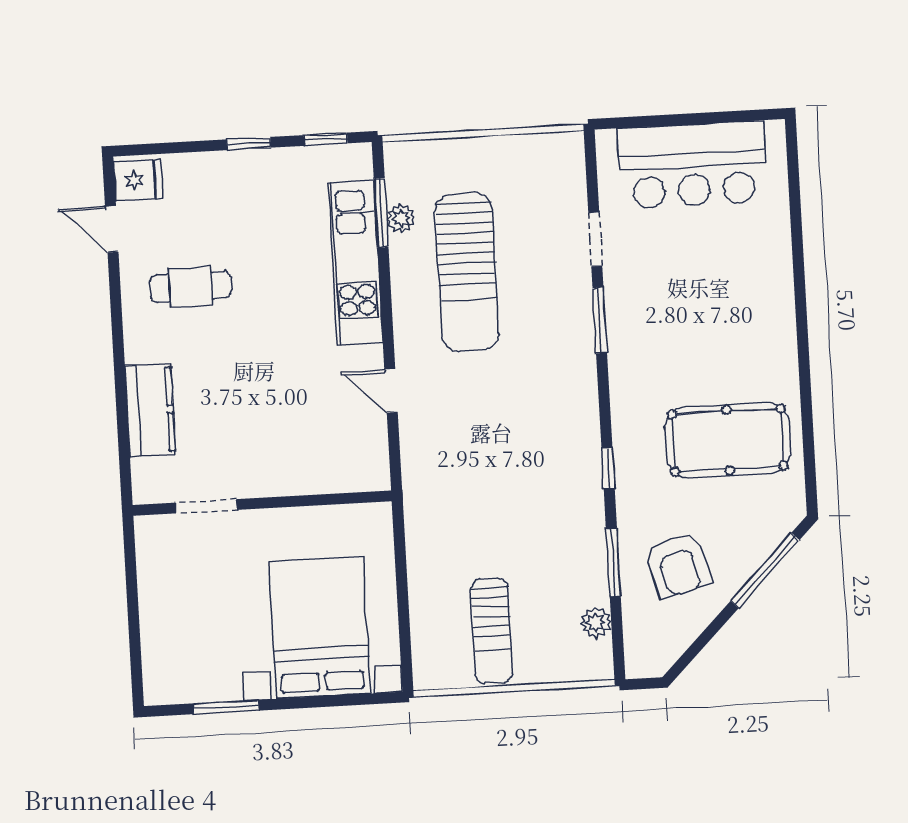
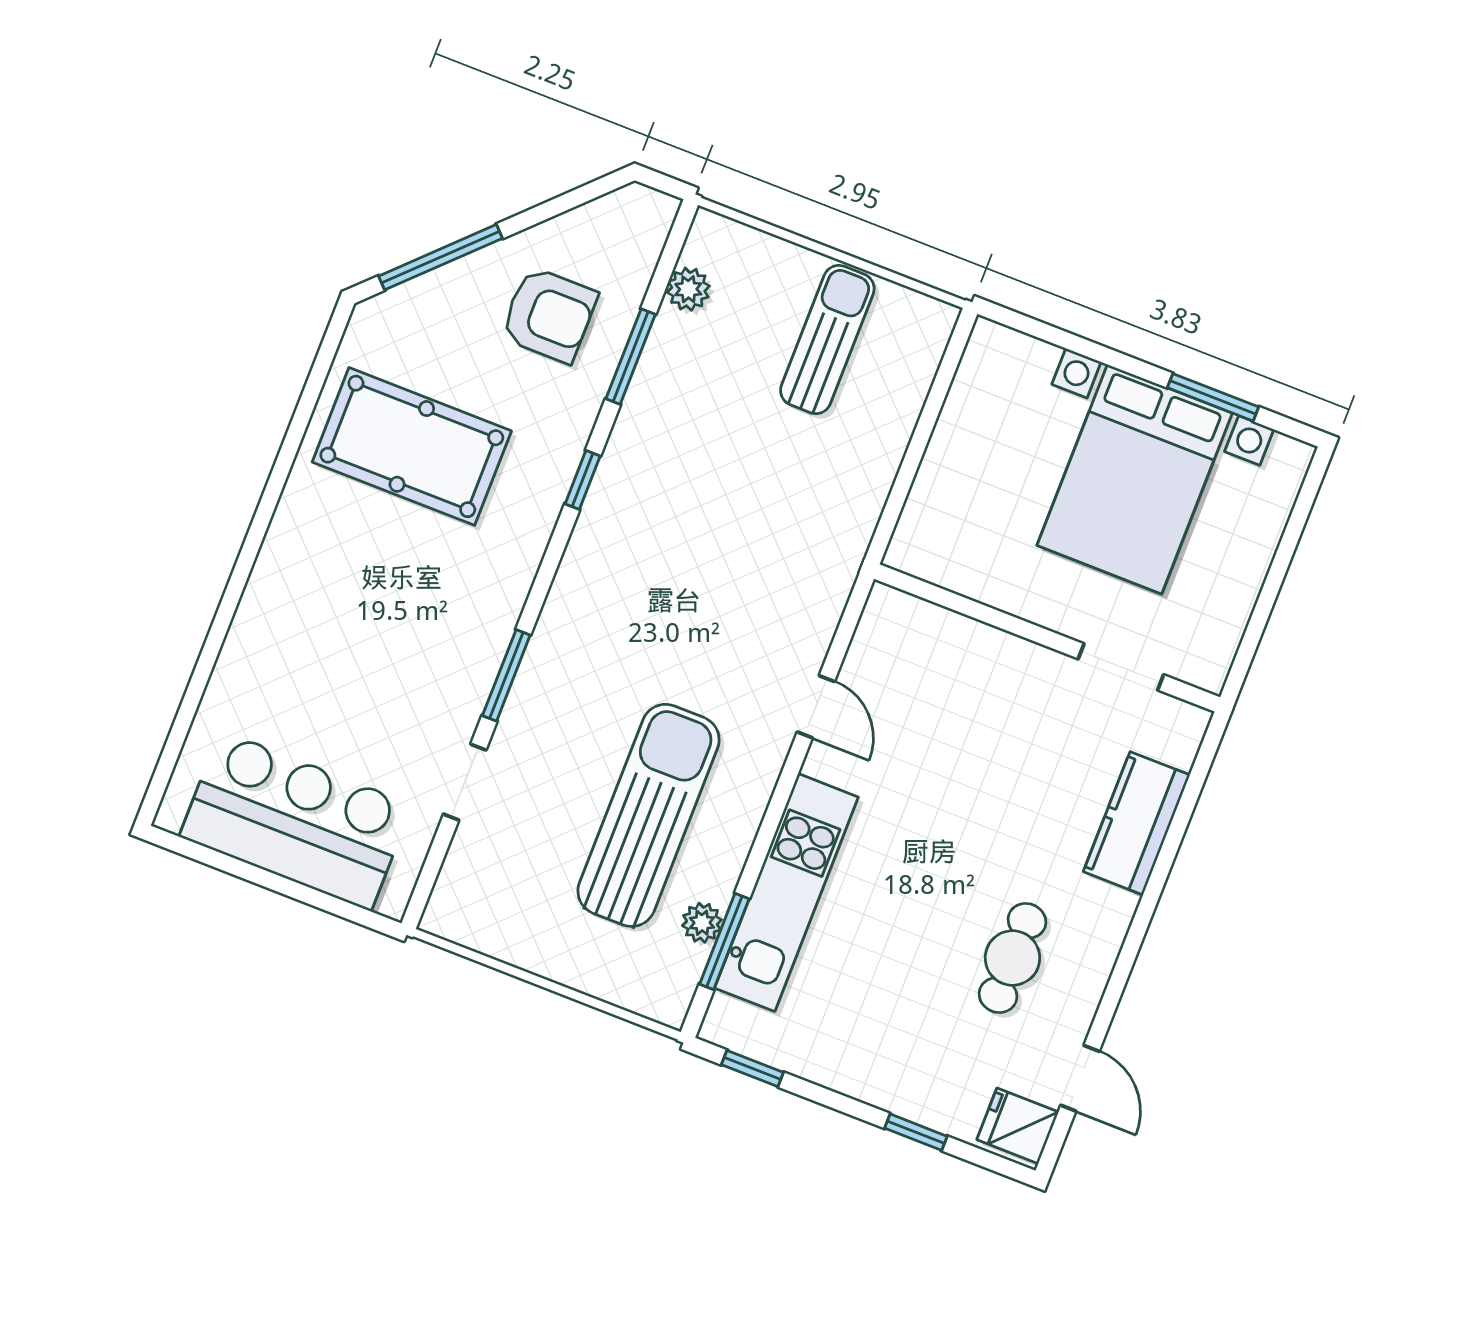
window: (249, 144) -> (916, 1132), moved
cafe table: (191, 287) -> (1012, 958), turned 90
armchair: (678, 565) -> (549, 315), turned 104
bed with nightstands: (320, 627) -> (1135, 479), moved

